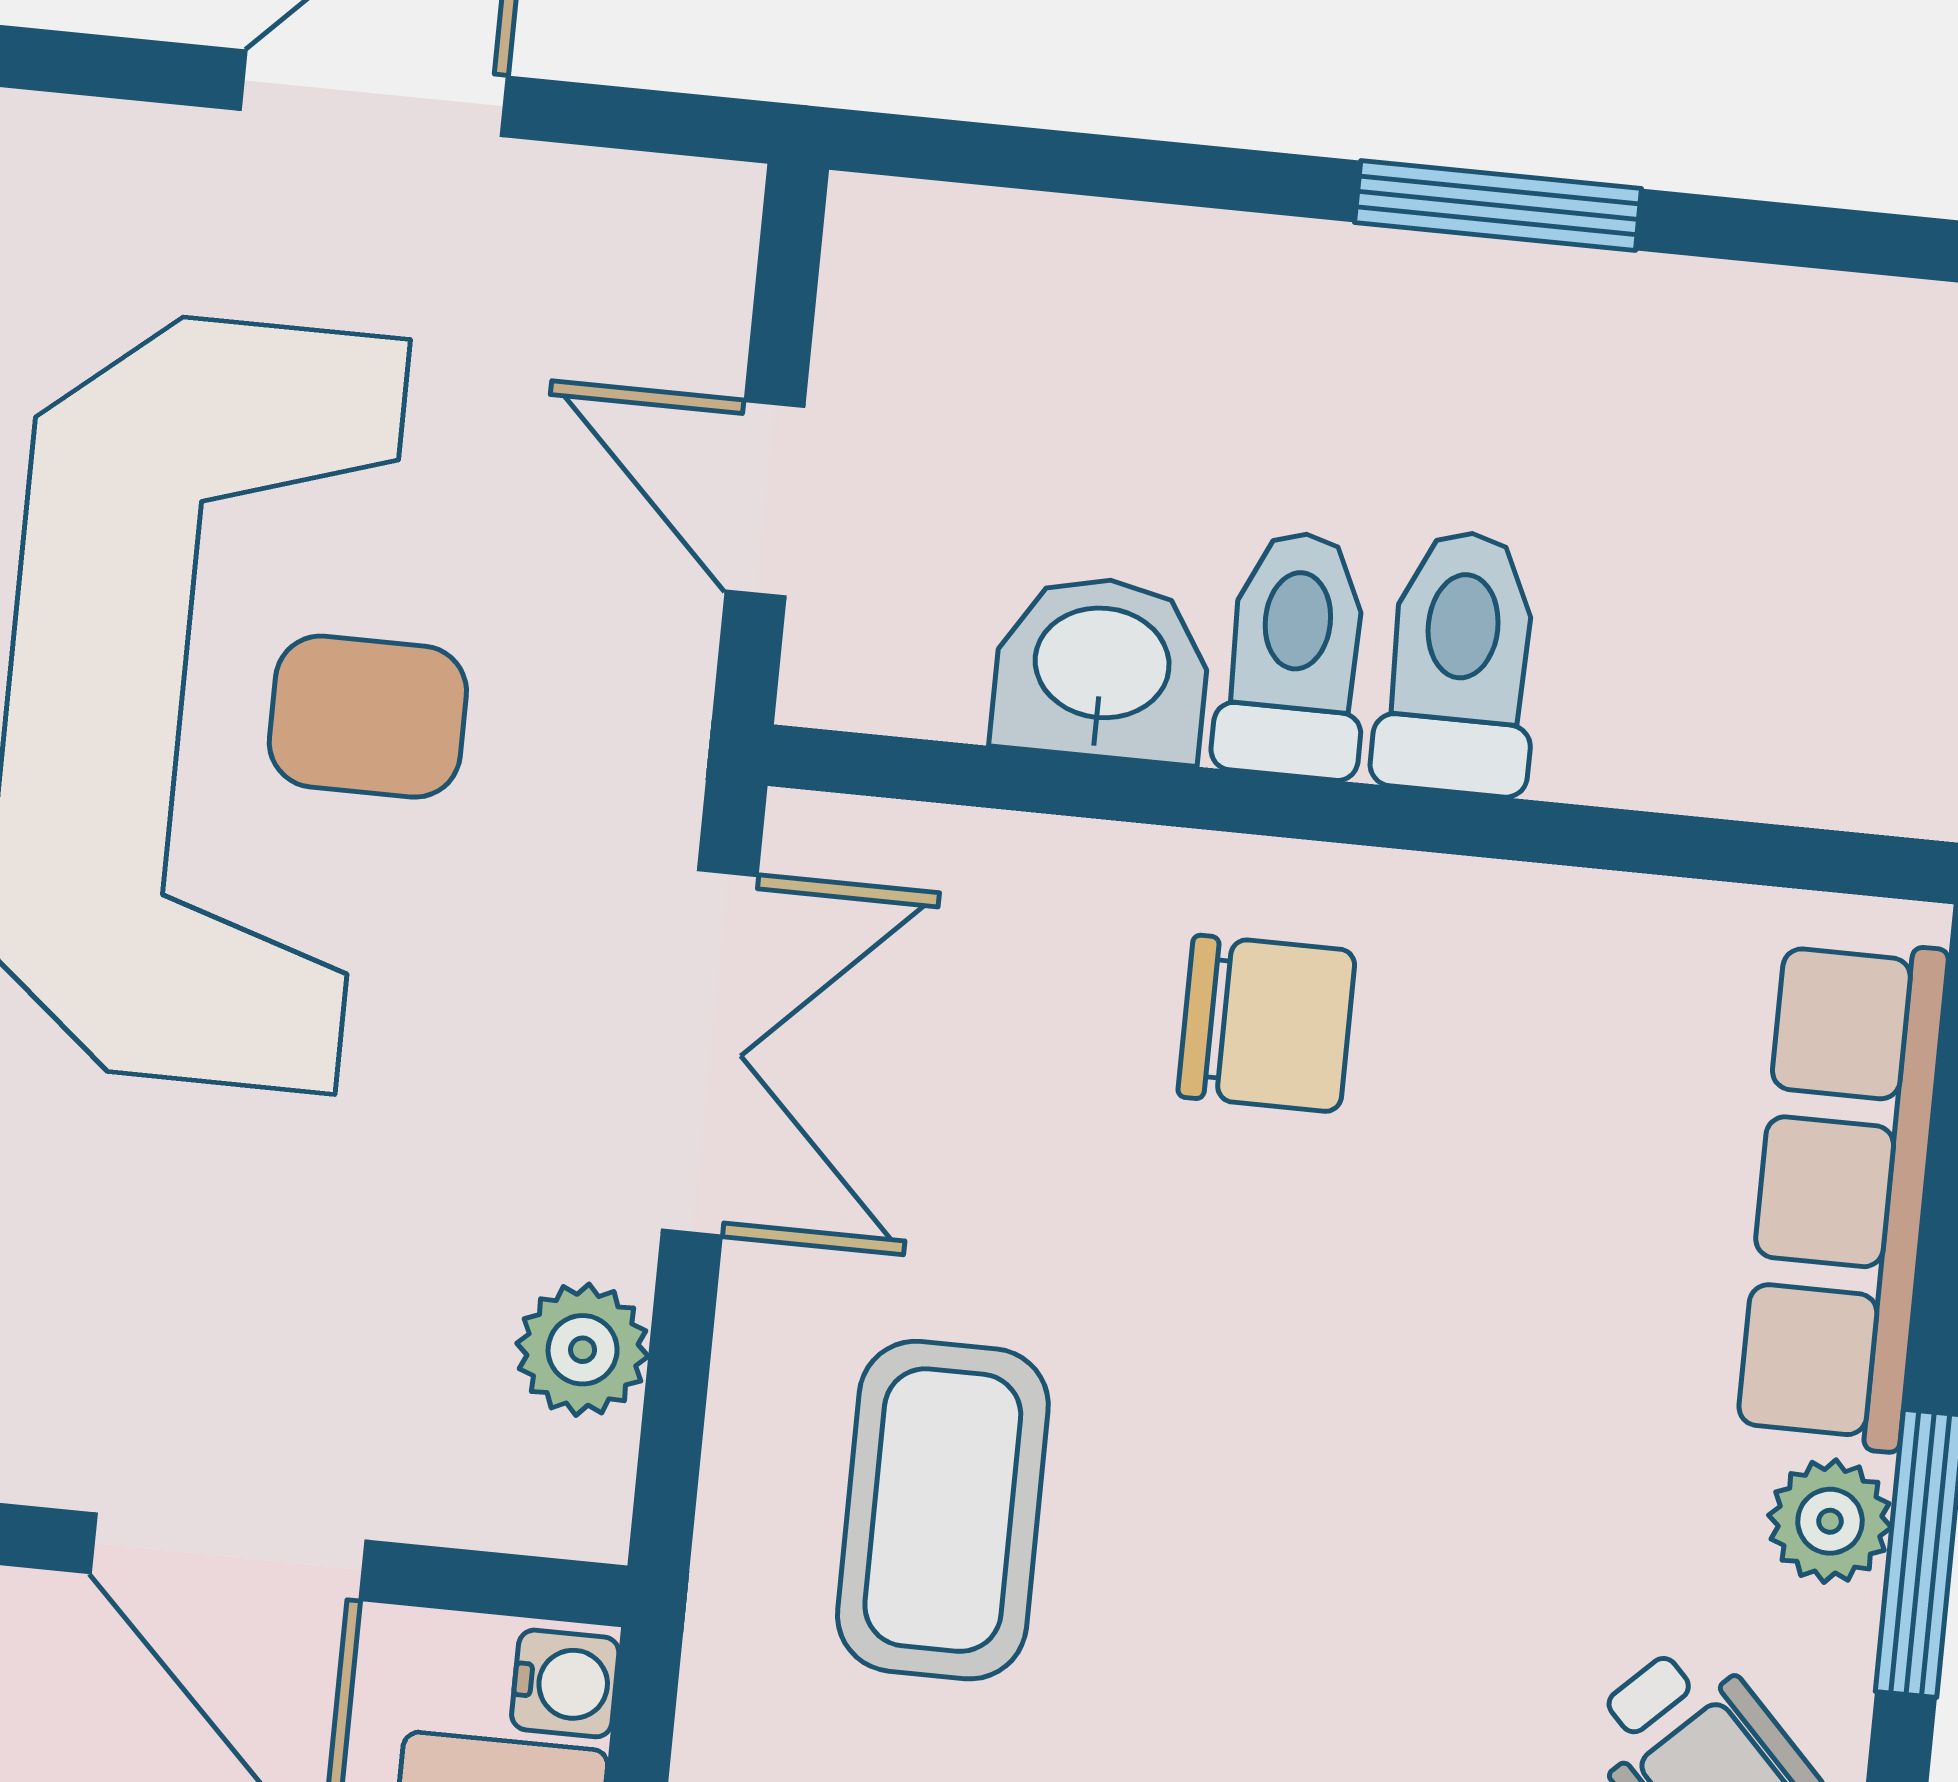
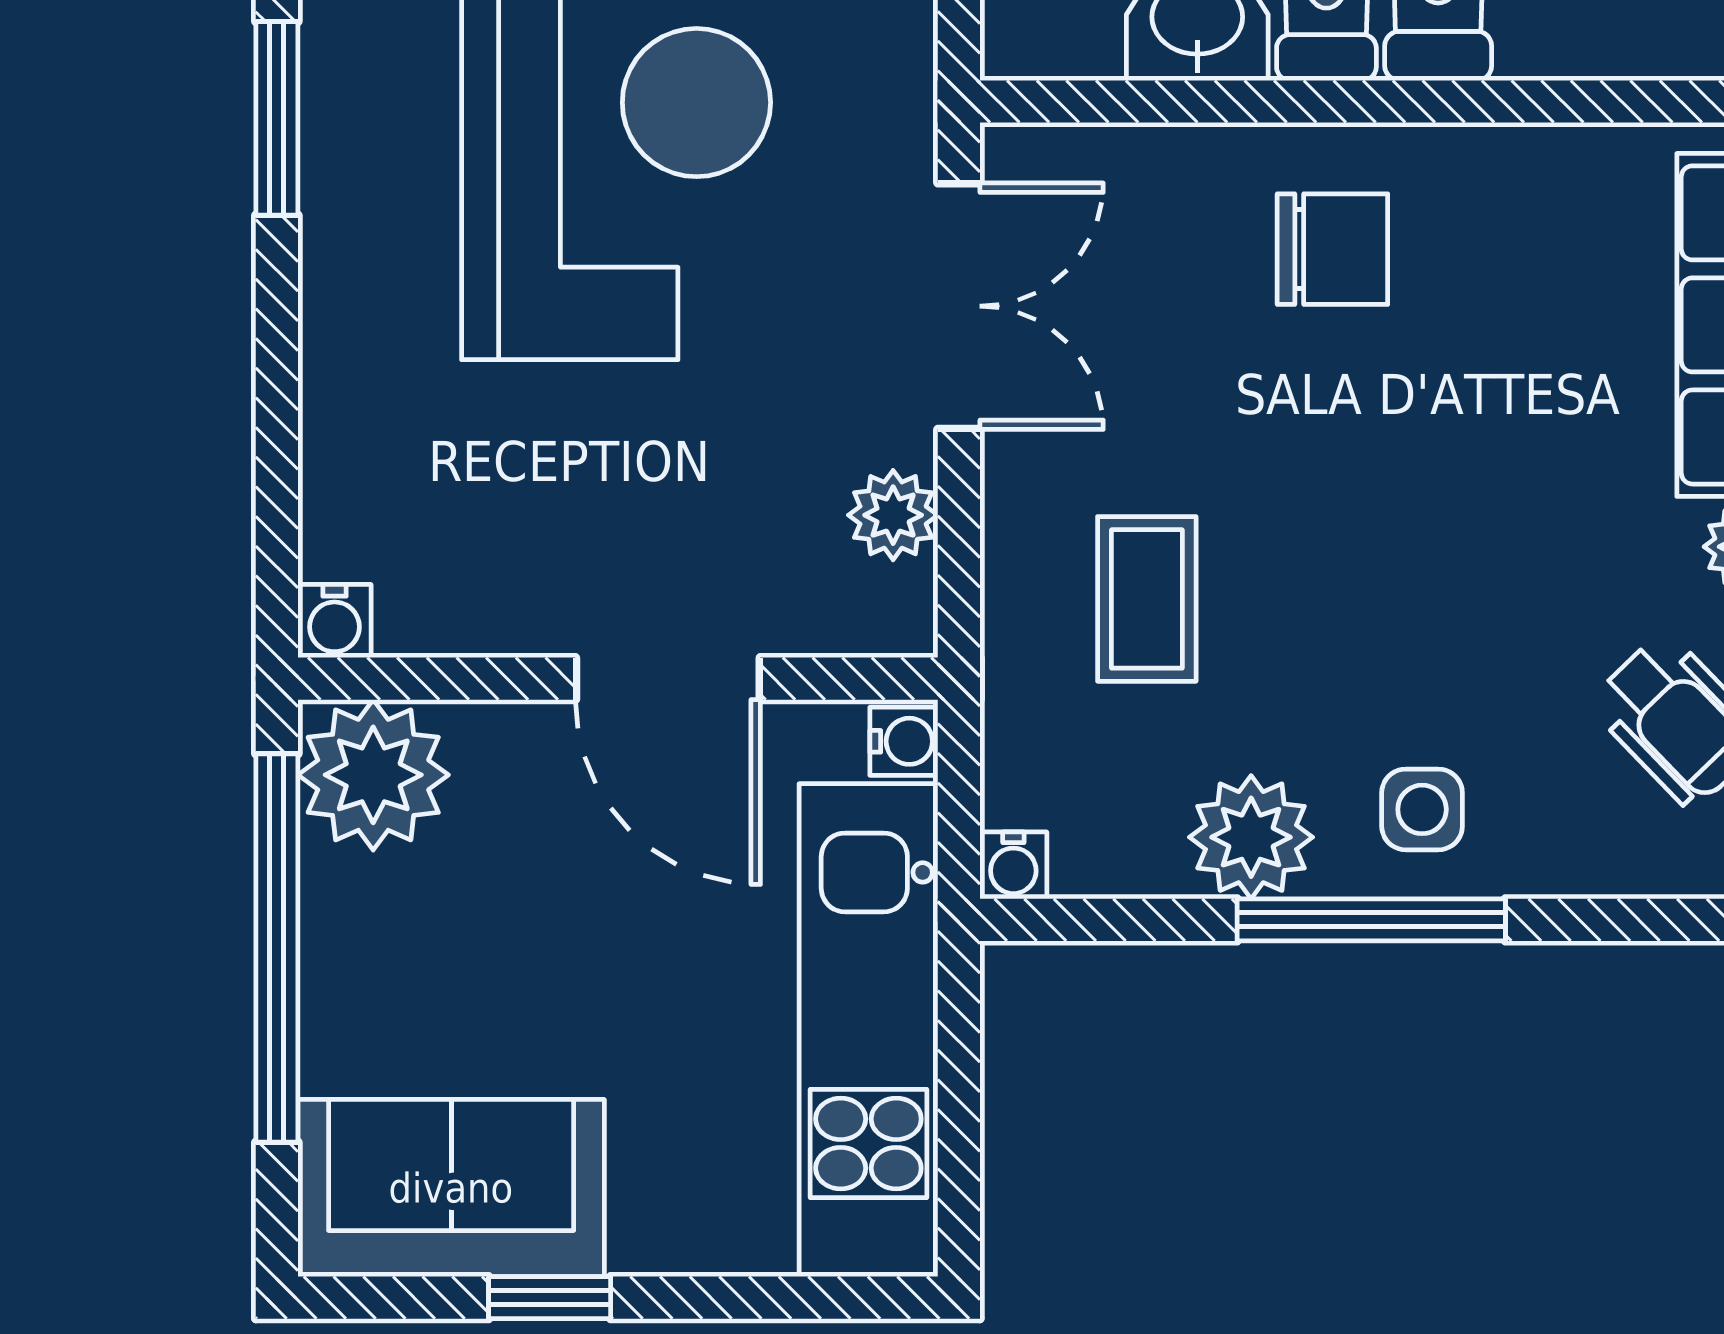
coffee table: (943, 1510) -> (1147, 599), width x0.73, depth x0.77

